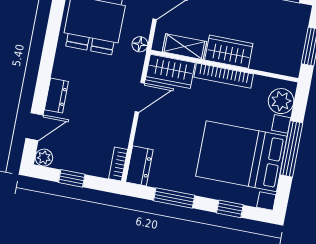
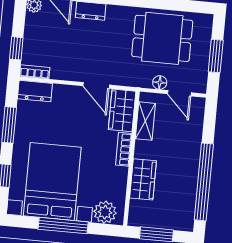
floor lamp: (140, 44) -> (160, 82), moved
wardrobe: (229, 52) -> (143, 179), moved
bookcase: (224, 76) -> (124, 149), width x0.64
window: (72, 178) -> (16, 48), moved

